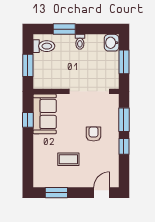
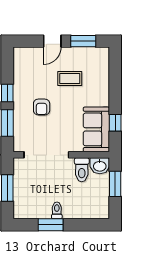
window: (64, 29) -> (51, 225), moved
washbasin: (112, 43) -> (100, 166), moved, turned 90
toilet: (44, 46) -> (82, 170), moved, turned -90
door: (102, 193) -> (52, 41), moved

